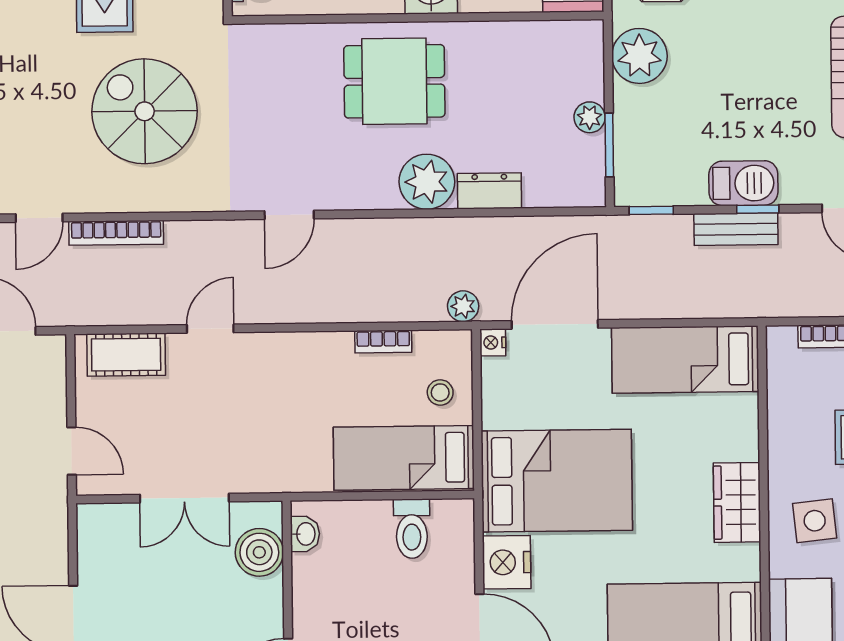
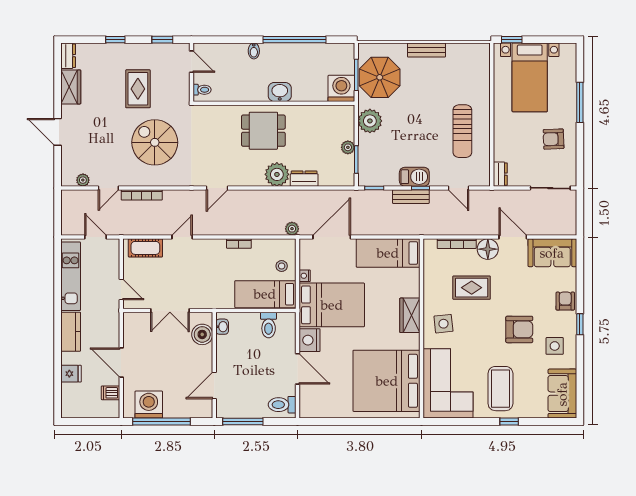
bookcase: (383, 342) -> (239, 244), moved
nightstand: (493, 342) -> (305, 276), moved

